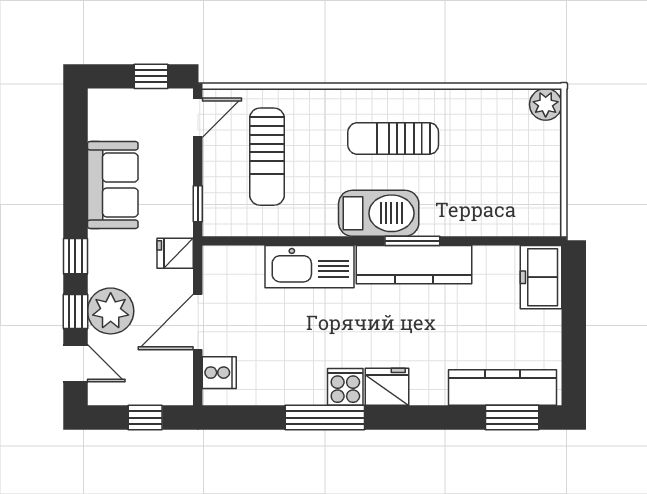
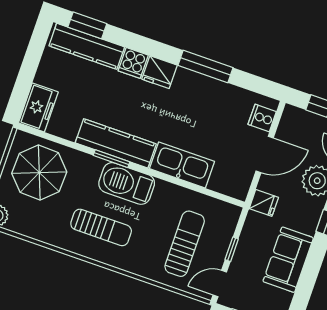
parasol: (508, 186) -> (39, 173), added
window: (198, 204) -> (232, 249), moved
cooker: (345, 387) -> (133, 63), moved

